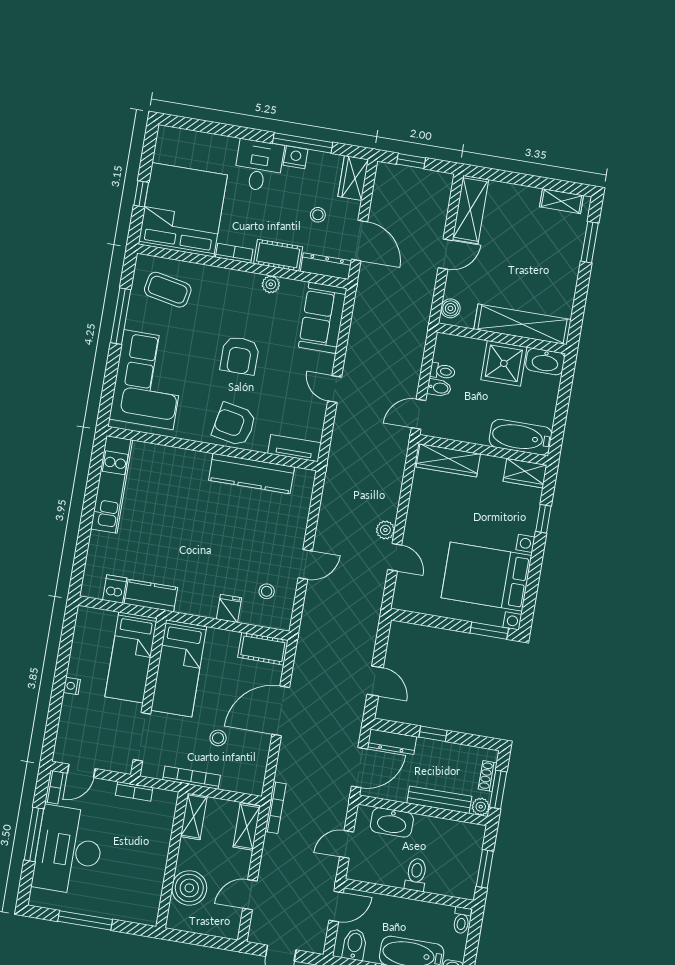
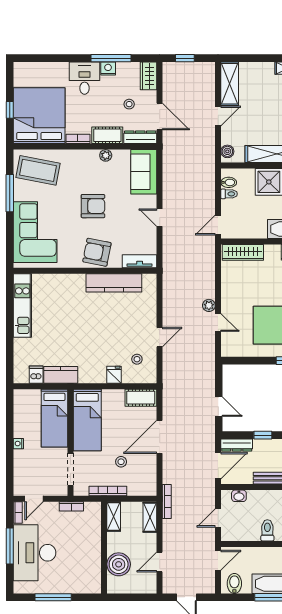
coffee table: (168, 290) -> (38, 170), width x1.36, depth x1.32
armchair: (240, 356) -> (93, 206), turned -90
bidet: (439, 388) -> (229, 182), moved
washbasin: (392, 822) -> (239, 496), width x0.52, depth x0.69

